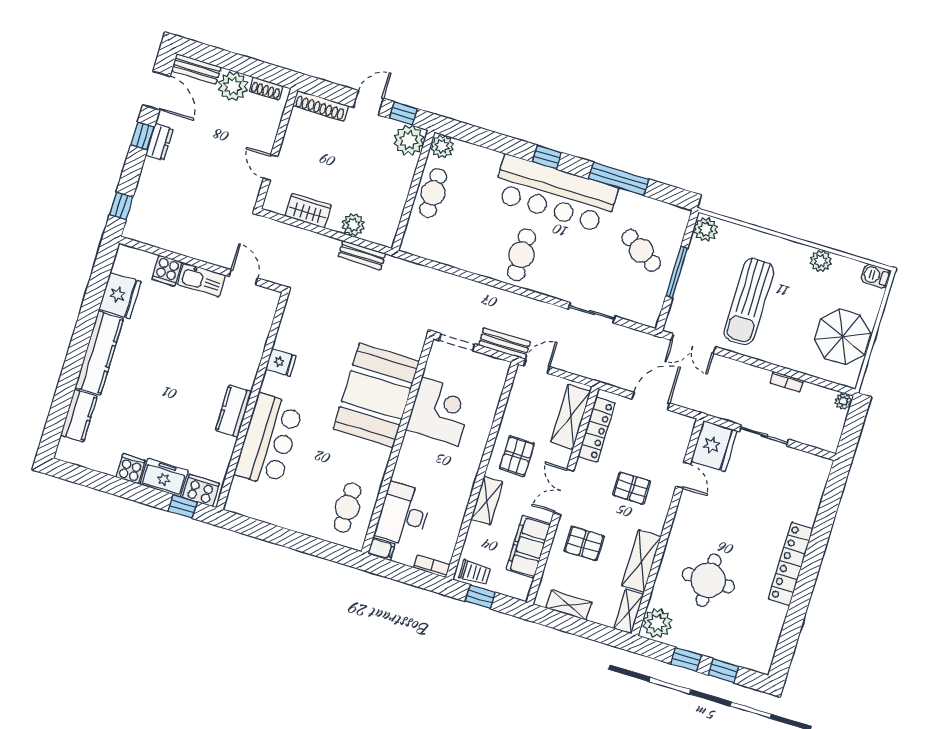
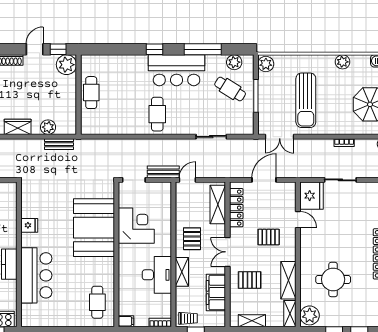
plant: (442, 146) -> (234, 62), moved
bar counter: (555, 194) -> (177, 70), width x0.73
desk: (403, 514) -> (157, 275), moved, turned 180

